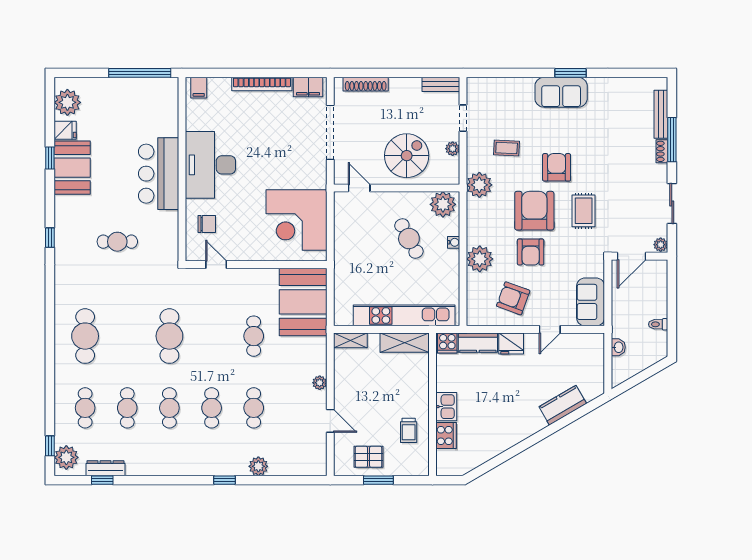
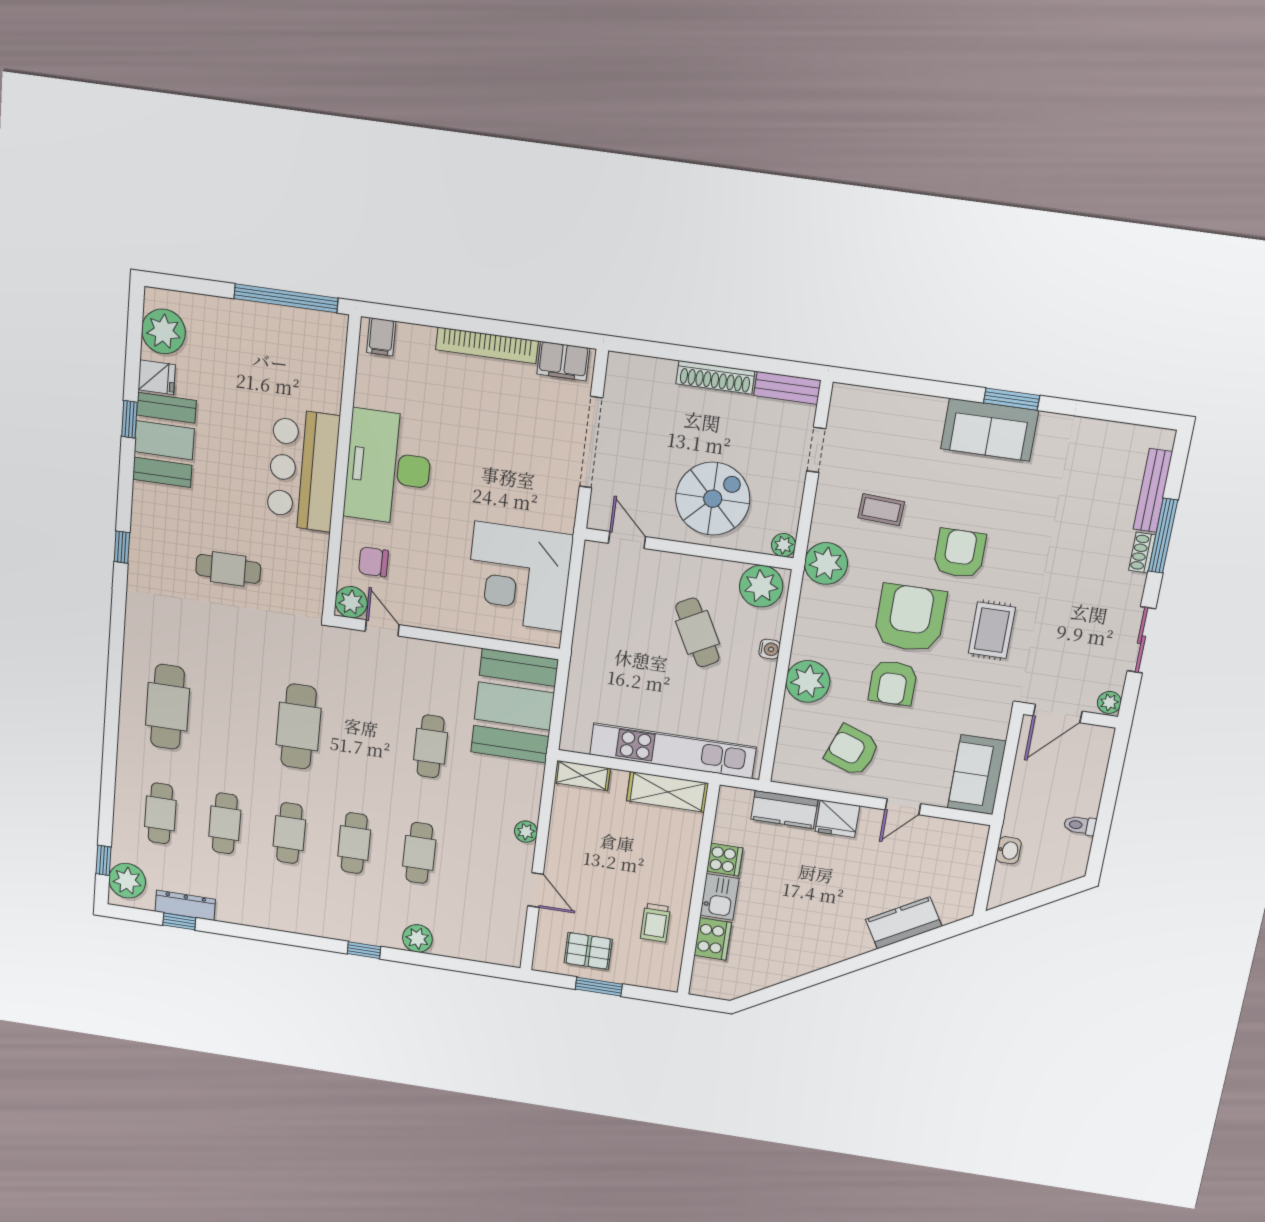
shoe rack: (366, 84) -> (715, 377), moved
plant: (453, 149) -> (784, 545), moved
chair: (207, 224) -> (373, 562), turned 180
plant: (195, 251) -> (351, 602), added
cooker: (447, 343) -> (725, 860), moved, turned -90

